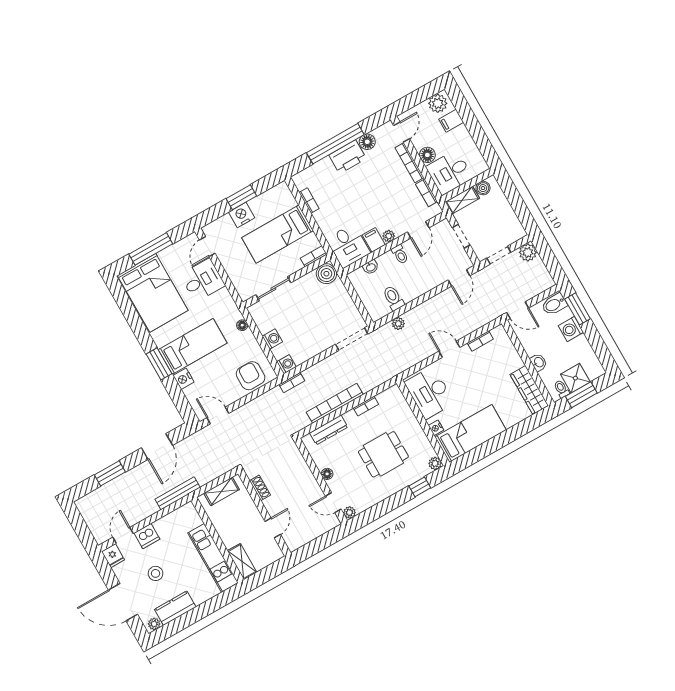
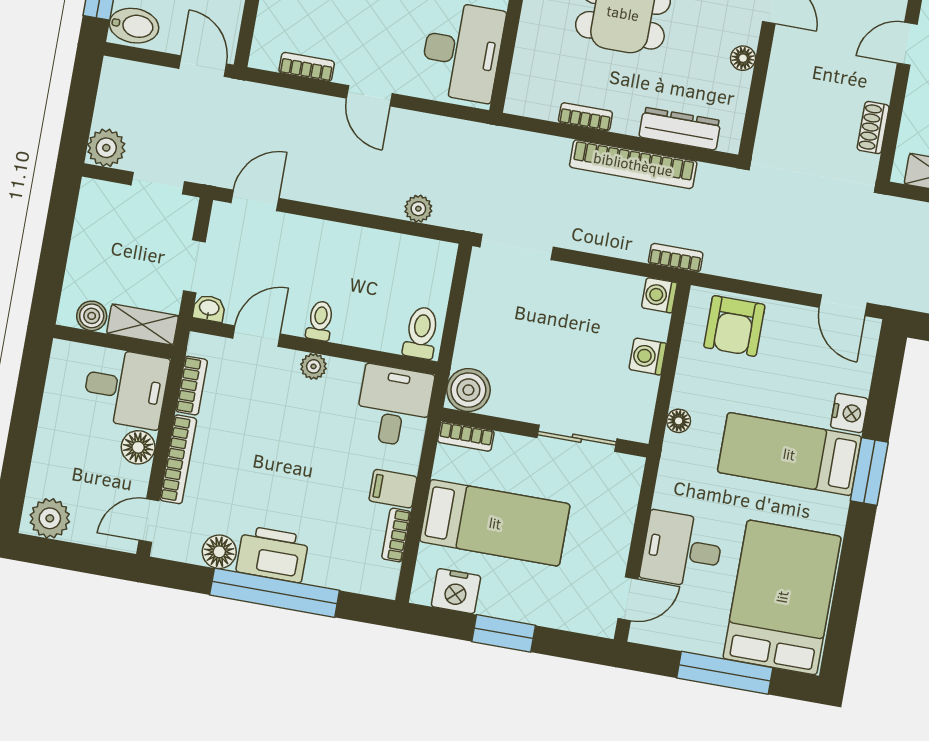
filing cabinet: (451, 121) -> (52, 471), removed
nightstand: (242, 215) -> (456, 591), moved
filing cabinet: (374, 240) -> (393, 489), moved, turned 90
washbasin: (371, 267) -> (209, 308), moved
toilet: (393, 298) -> (421, 333), moved, turned 180

